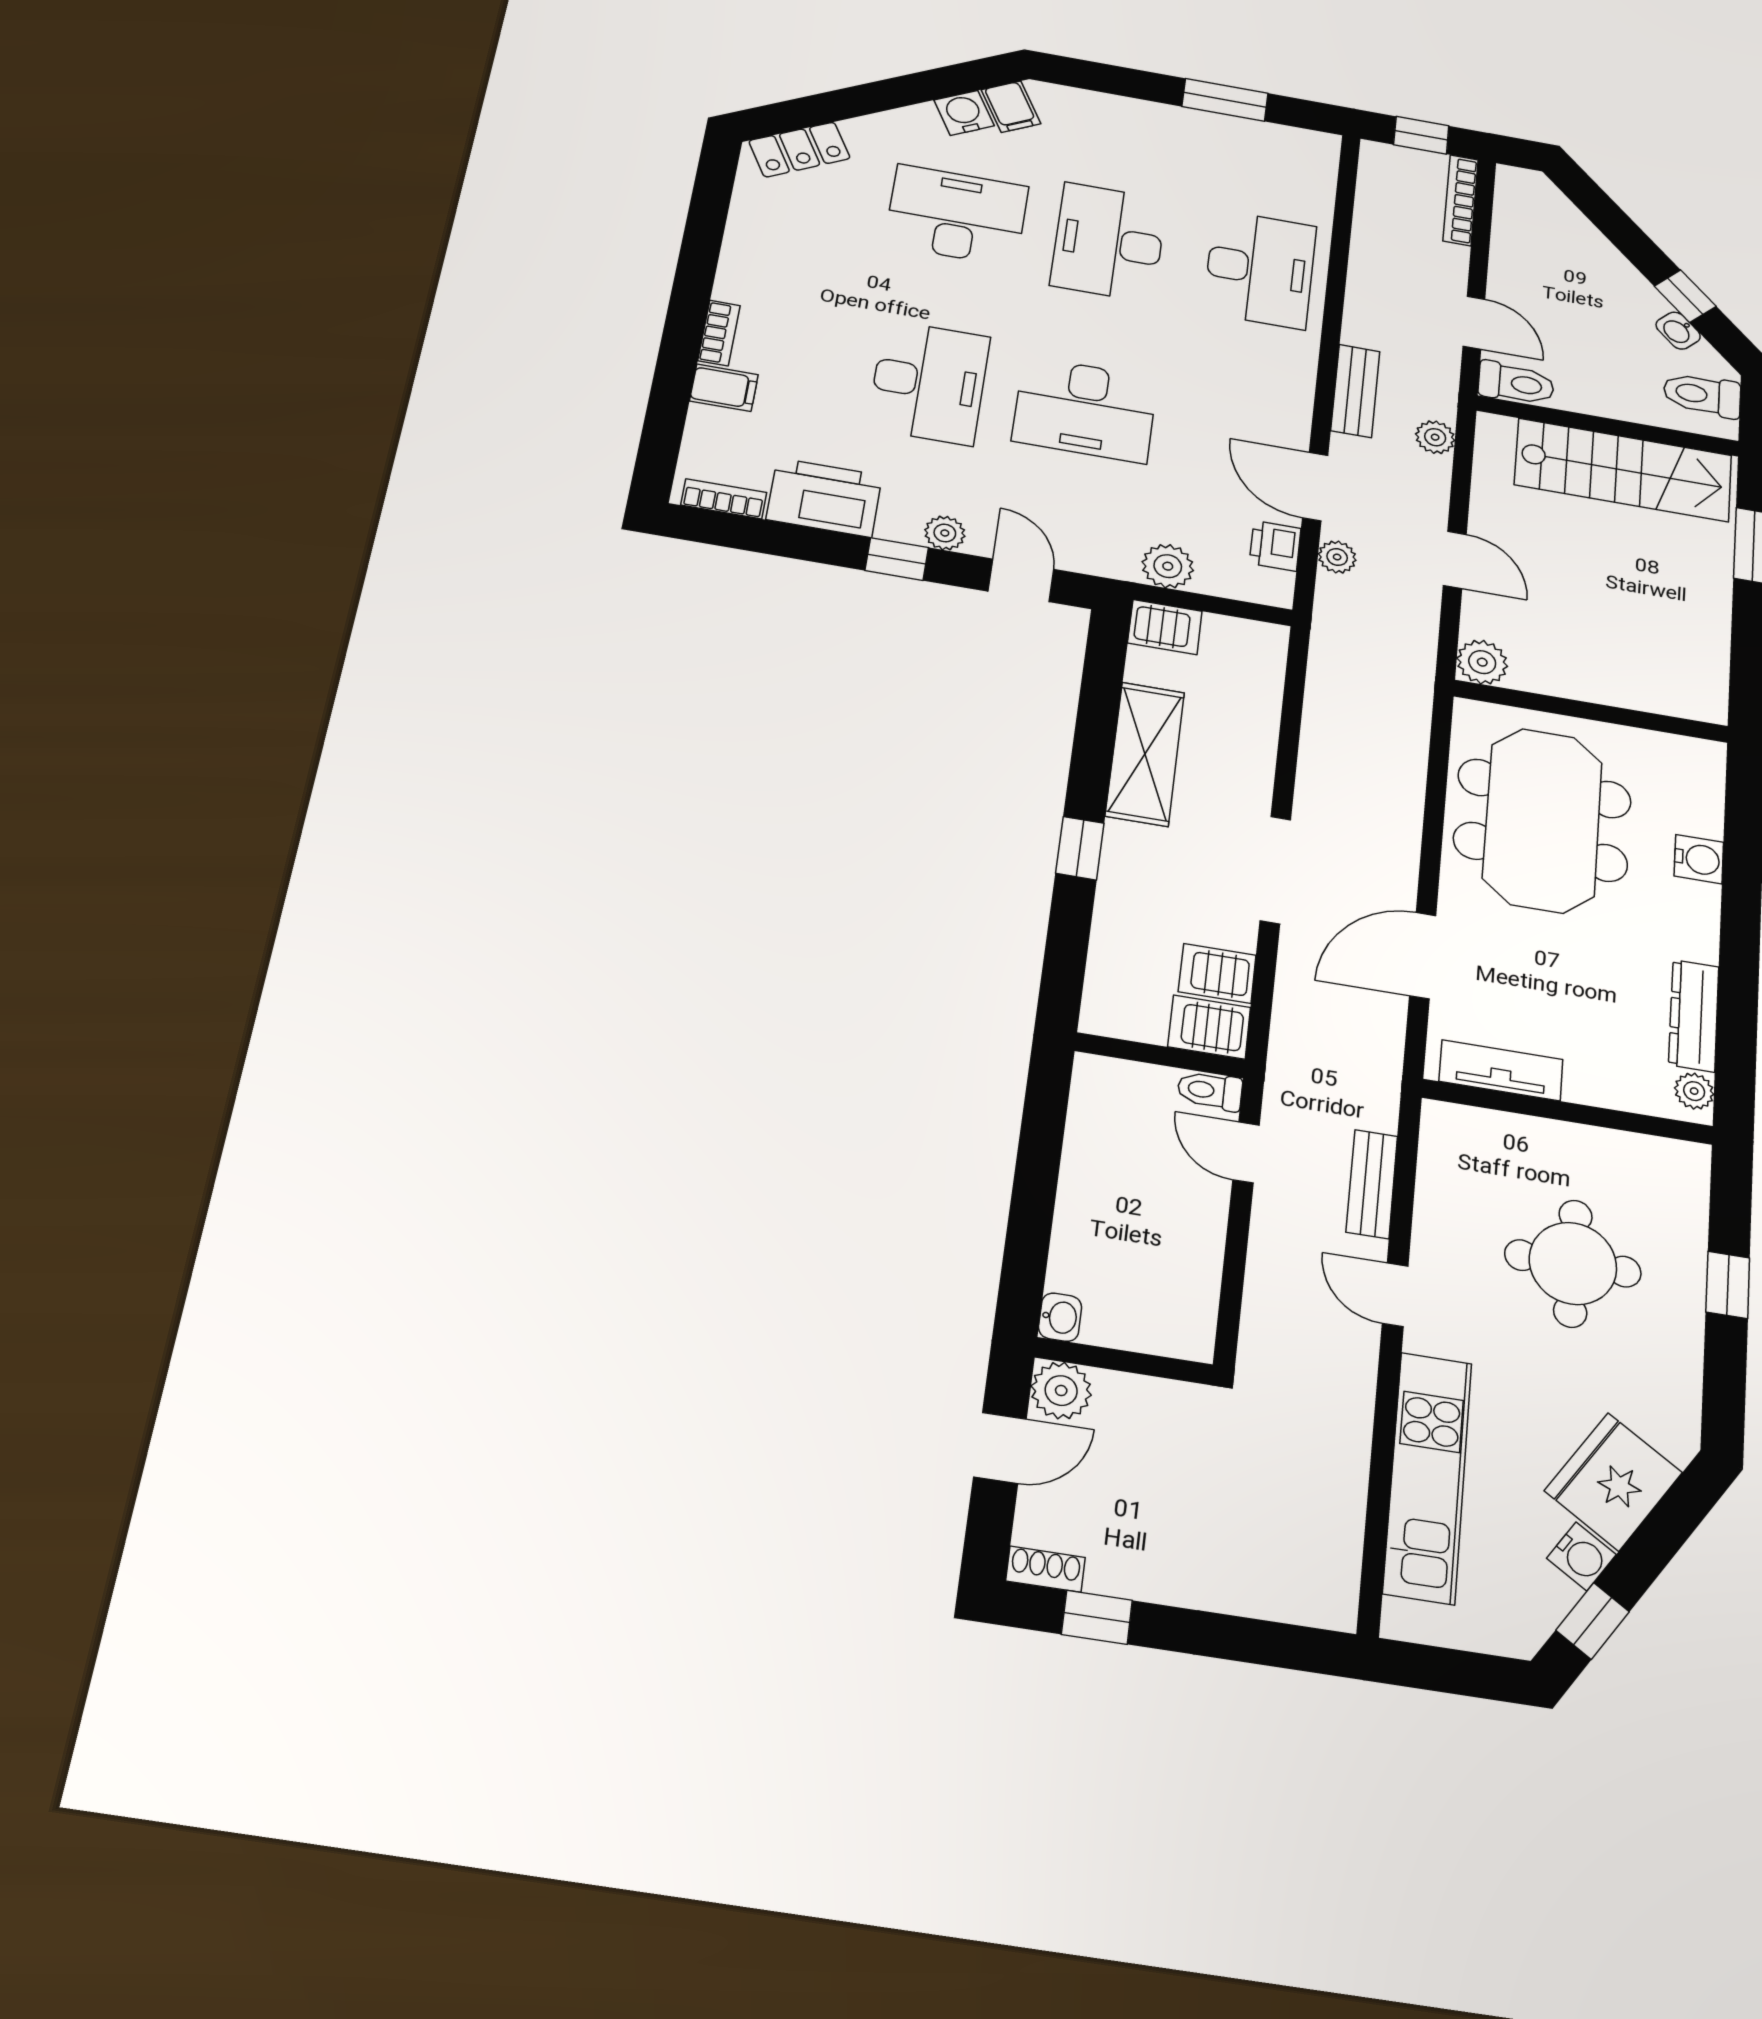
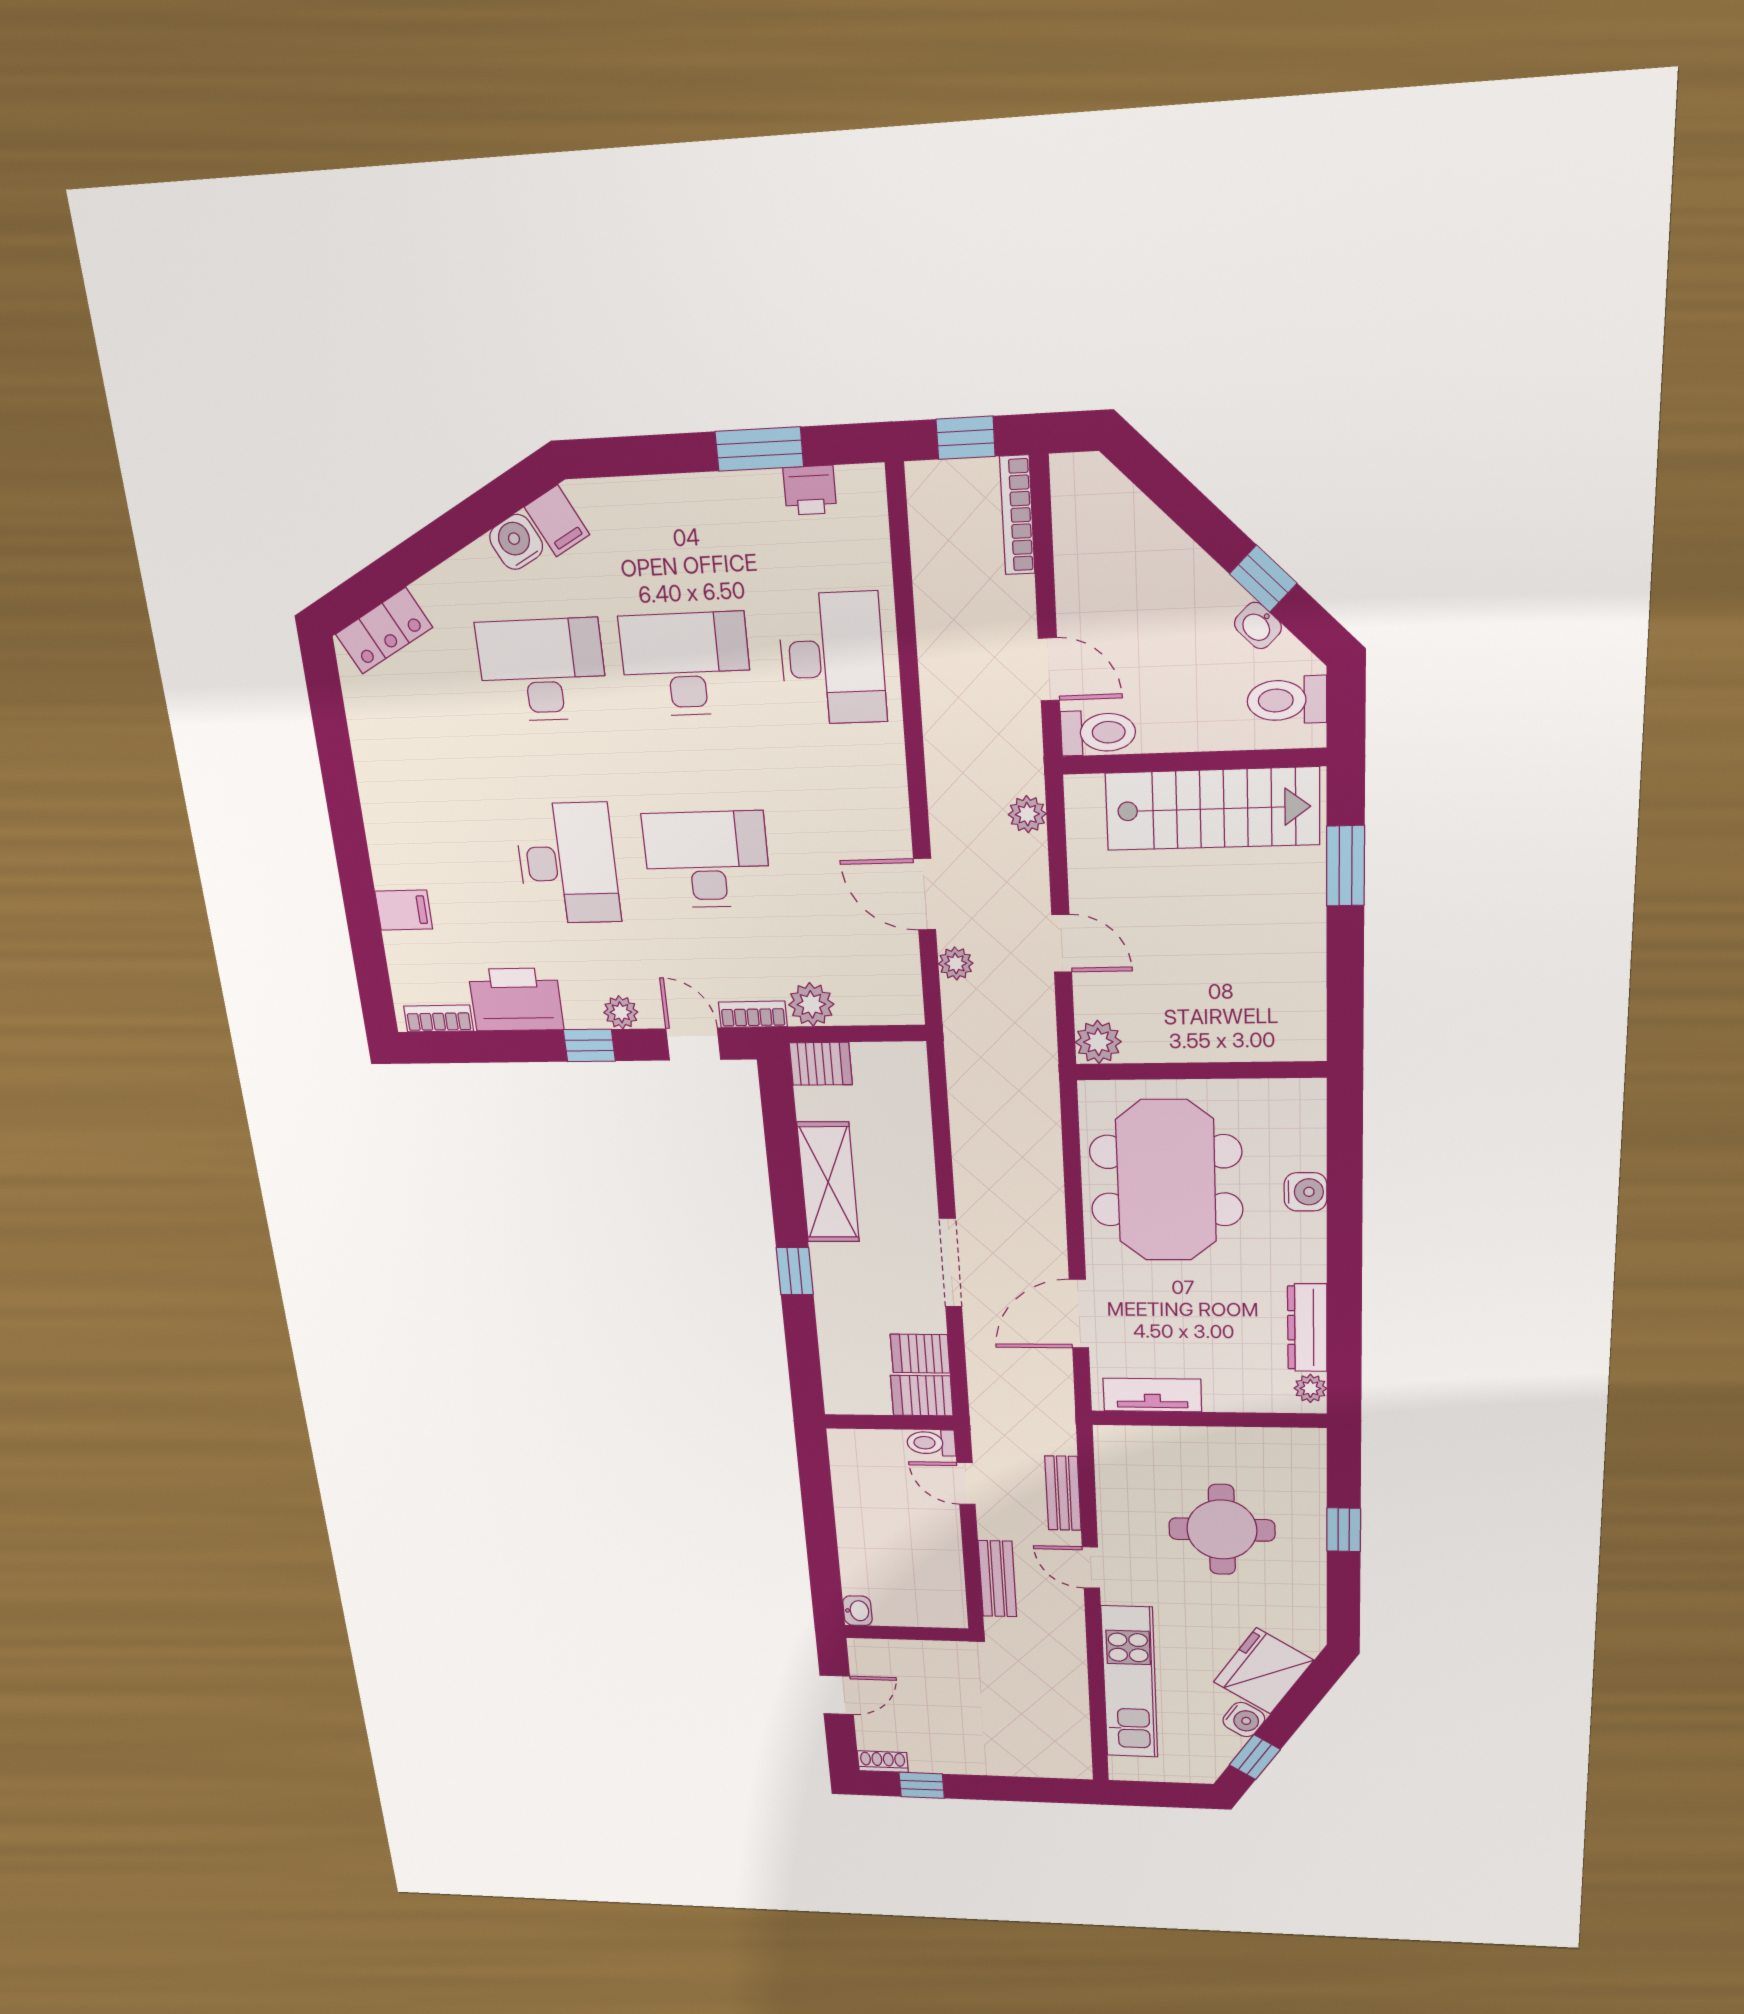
desk: (1109, 242) -> (686, 664), turned 90
bookcase: (719, 333) -> (753, 1014), moved, turned -90
bench: (1355, 391) -> (997, 1579), moved
desk: (1085, 409) -> (707, 860), turned 180
printer: (1275, 546) -> (810, 490), moved, turned -90
plant: (1061, 1391) -> (869, 1656), removed

